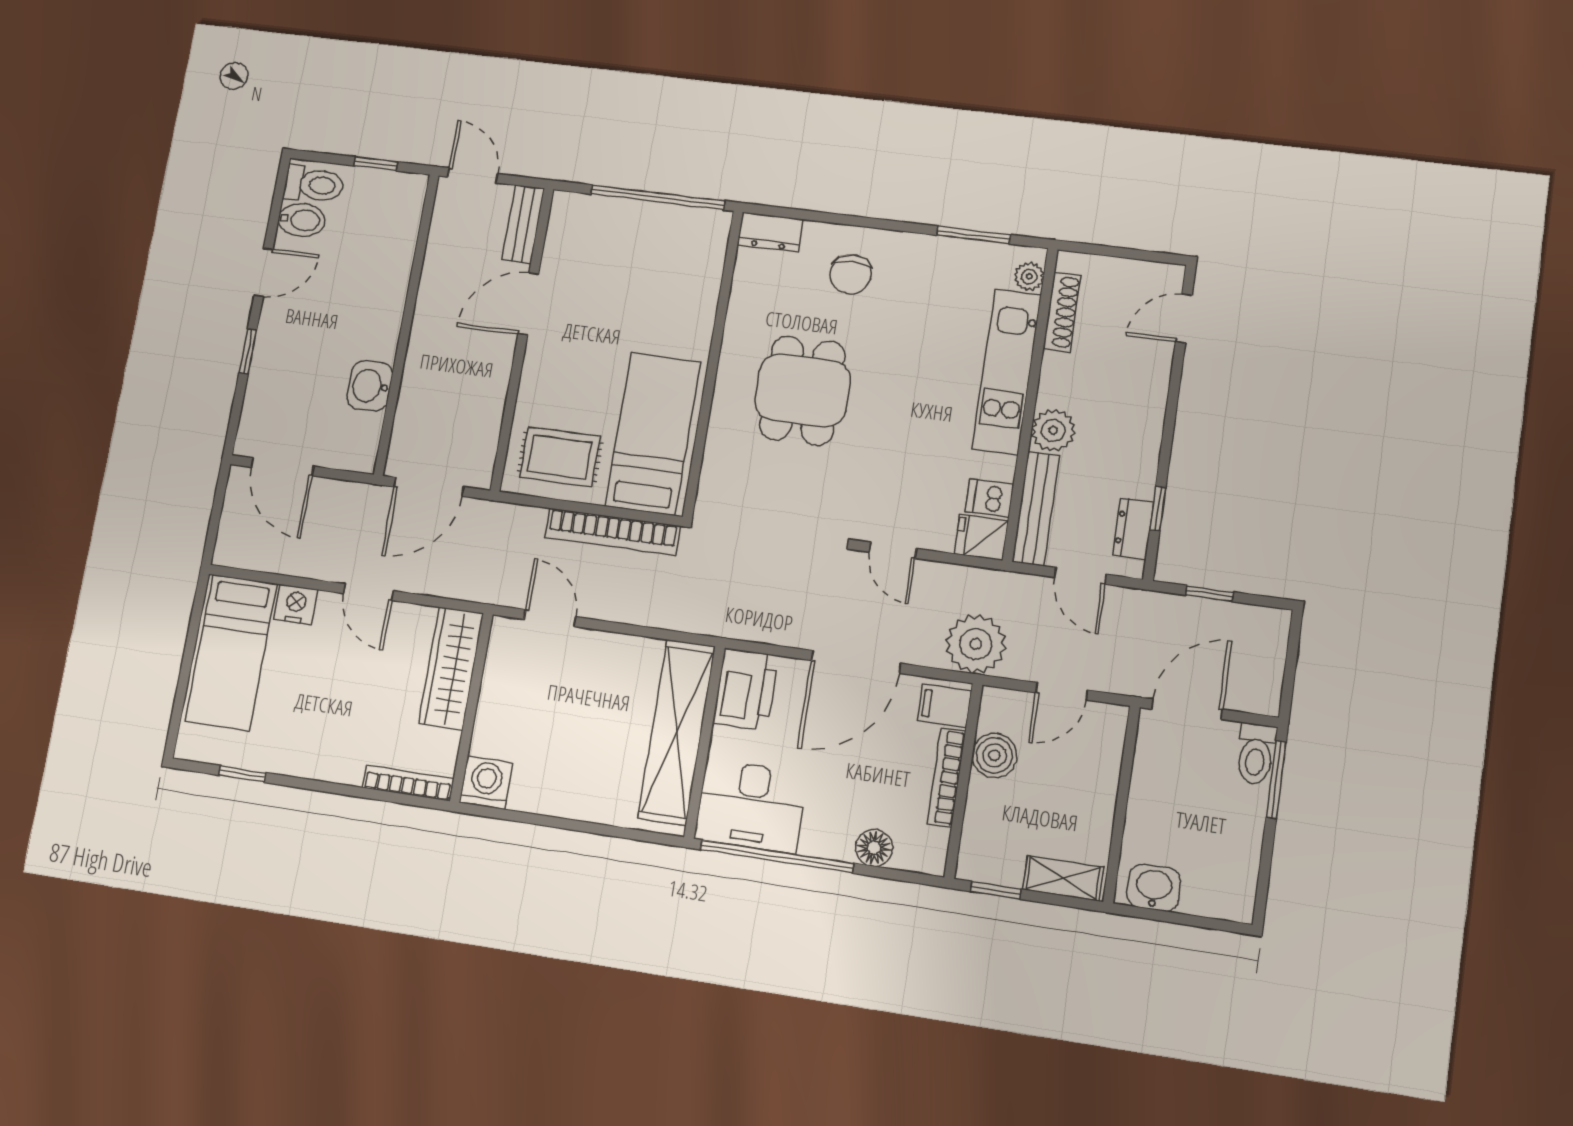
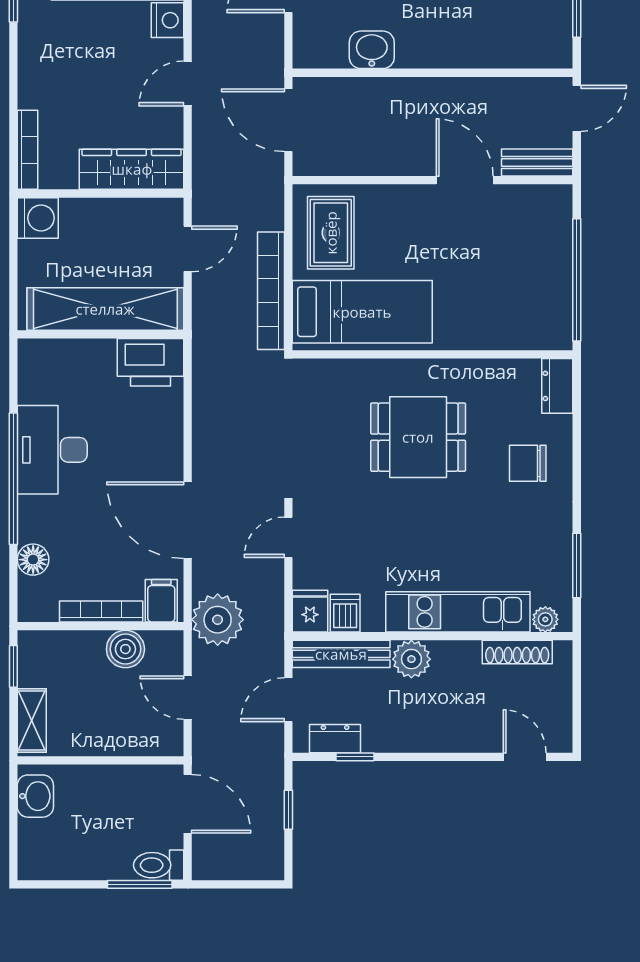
printer: (745, 689) -> (151, 362), moved
shelving: (677, 732) -> (105, 309), moved
wall: (705, 742) -> (101, 334), moved

